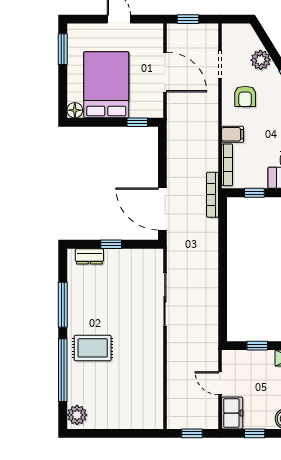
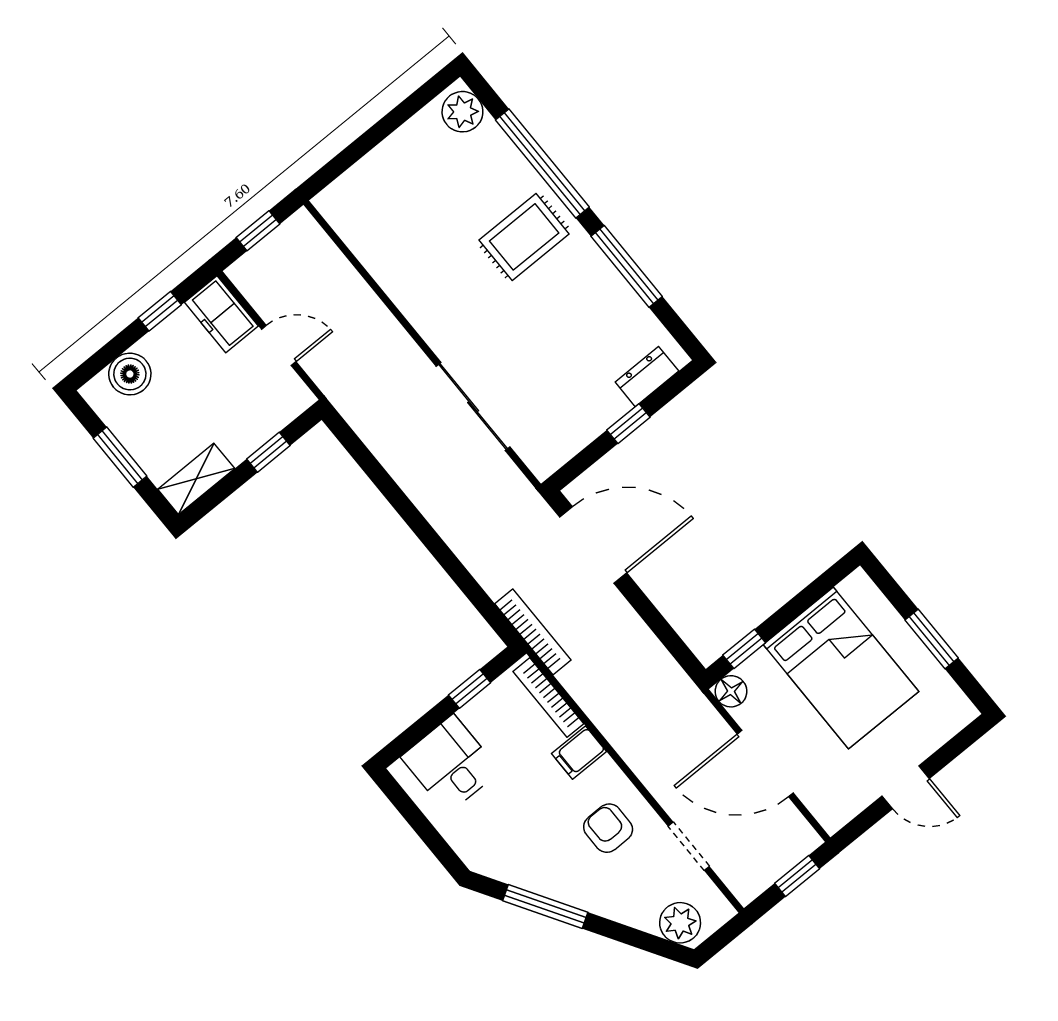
window: (63, 49) -> (932, 639), moved
plant: (261, 60) -> (680, 923), moved
floor lamp: (75, 110) -> (731, 691), moved

